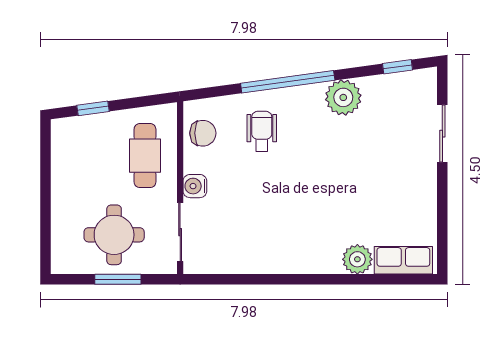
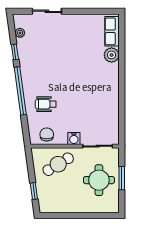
window: (397, 67) -> (15, 52), moved
plant: (343, 97) -> (20, 33), moved, width x0.53, depth x0.53
cafe table: (145, 156) -> (58, 164), turned -31

